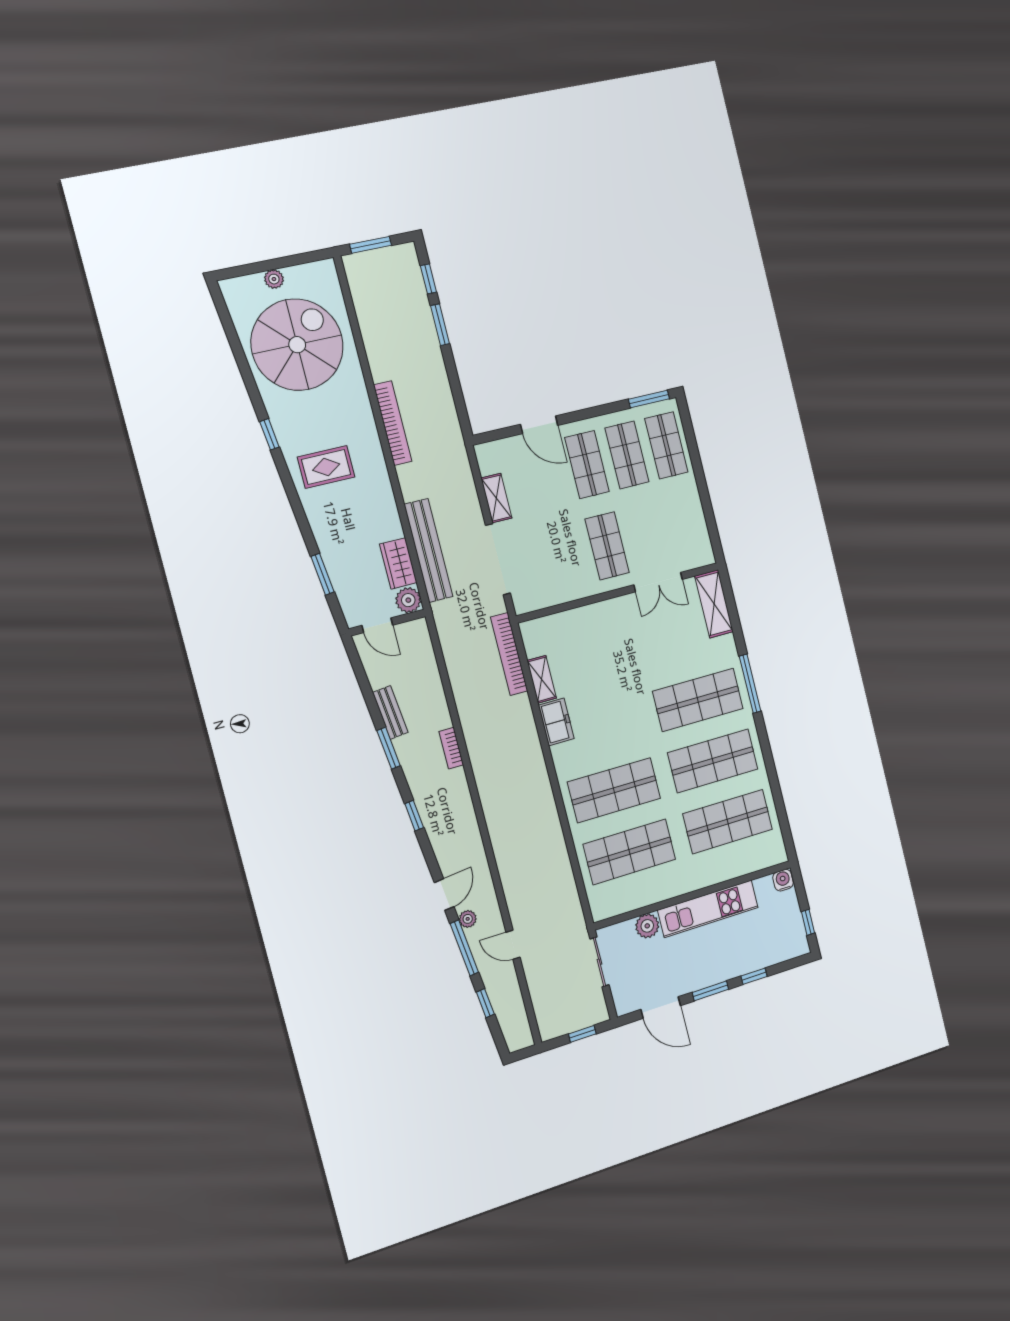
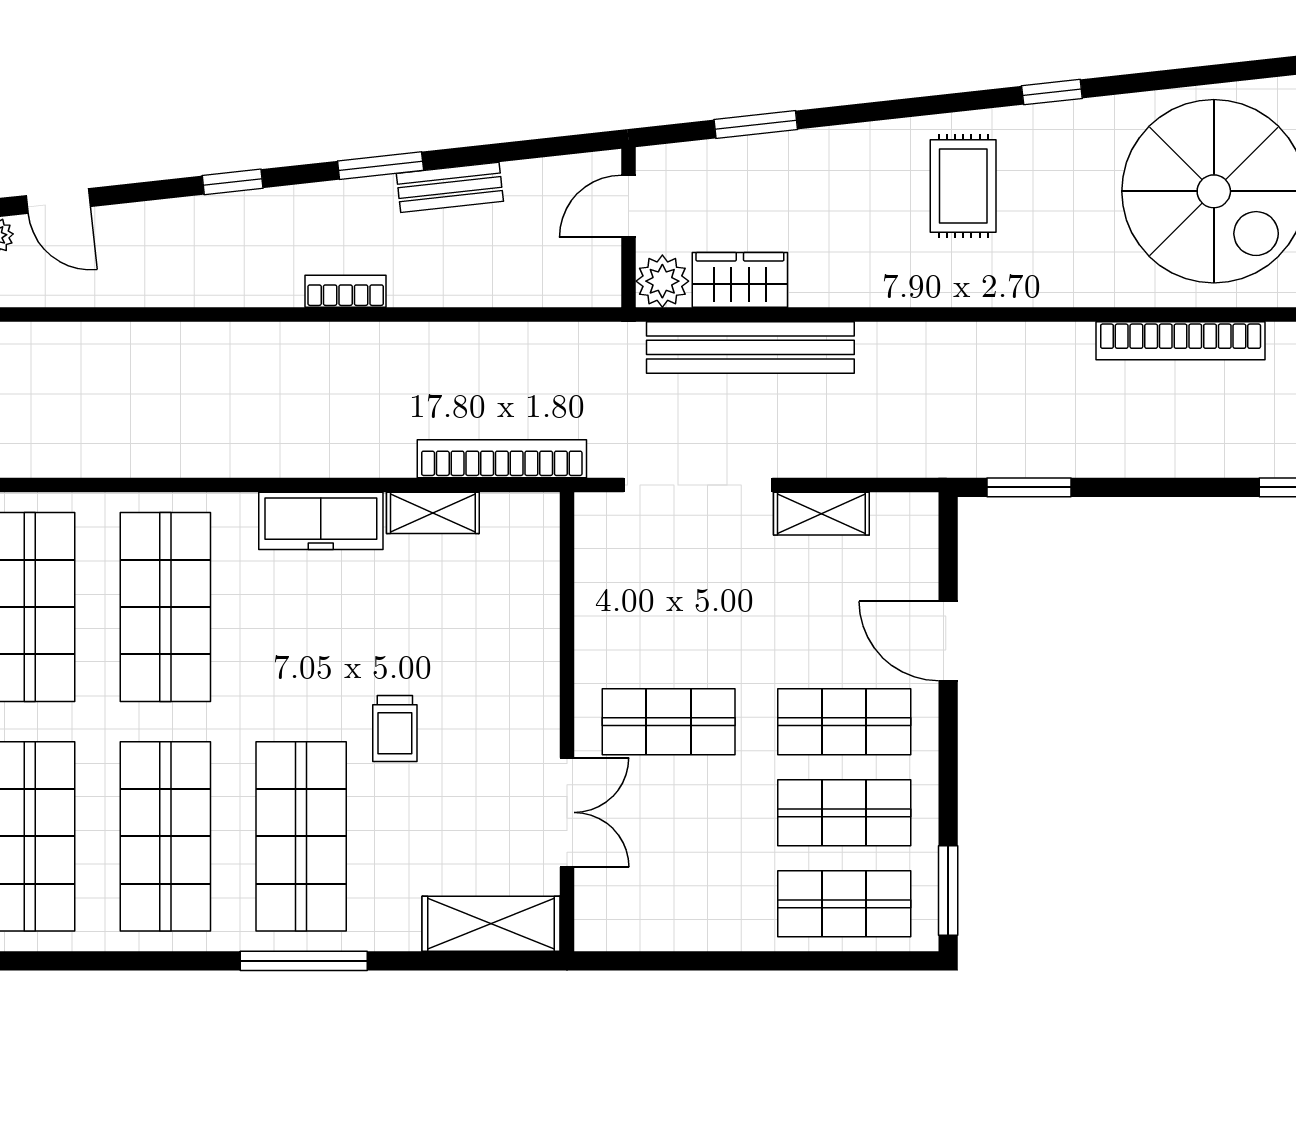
window: (440, 325) -> (1029, 487), moved
bookcase: (393, 423) -> (1181, 341), moved
door: (539, 425) -> (948, 641), hinge flipped
double door: (658, 582) -> (567, 812), swing flipped
trolley: (641, 670) -> (395, 729), added
freezer: (556, 722) -> (321, 521), width x1.40

